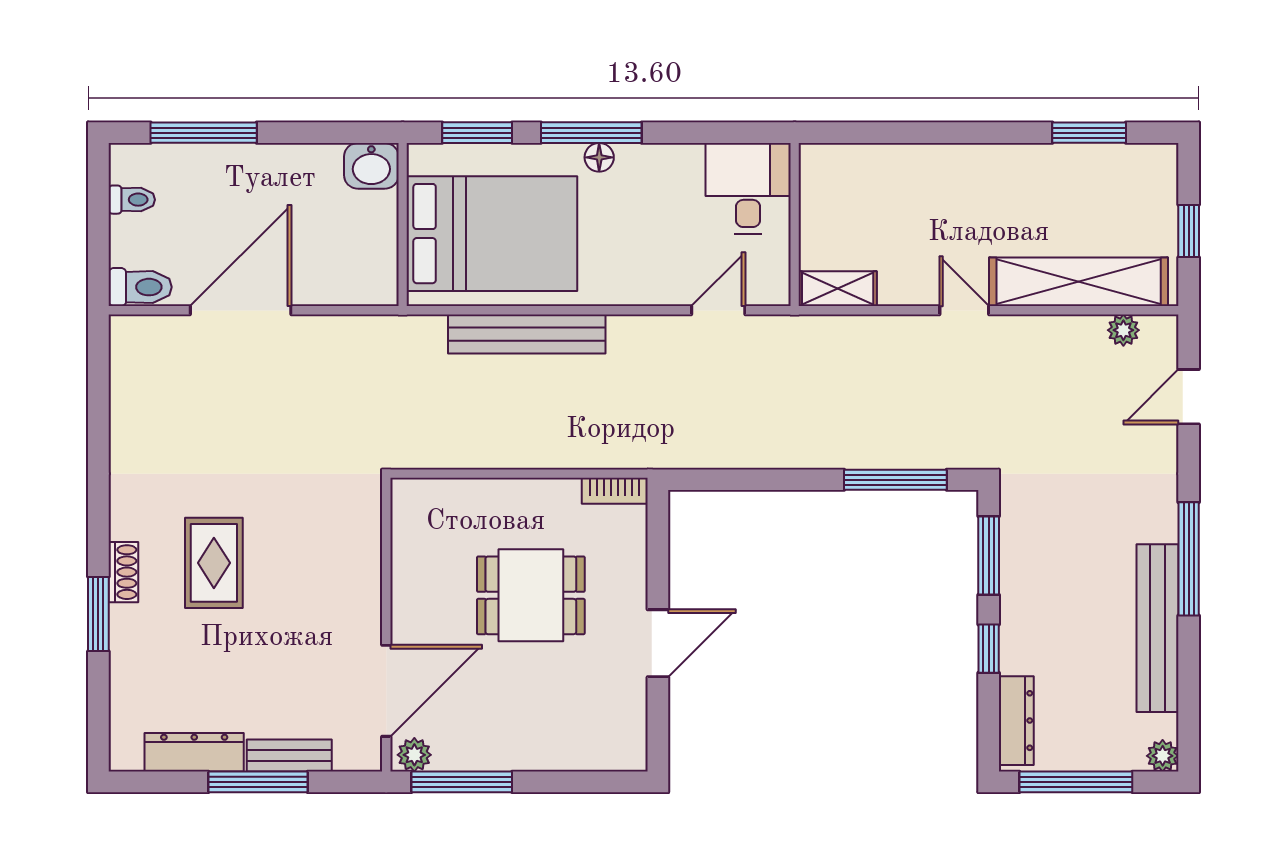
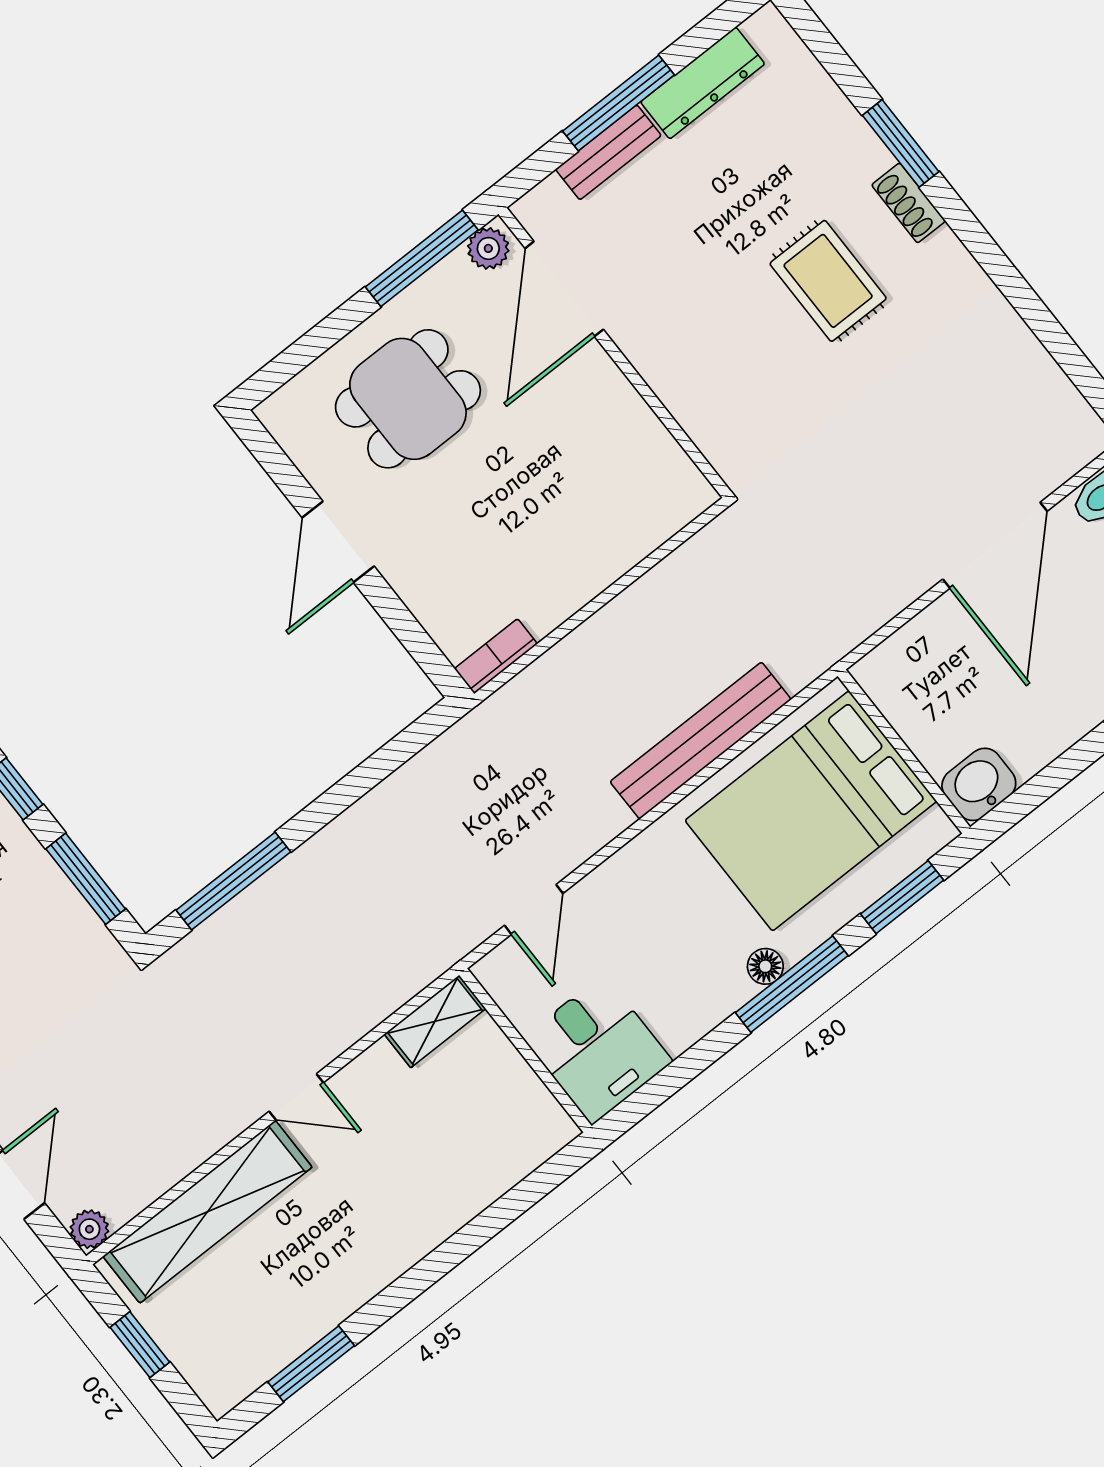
plant: (1123, 330) -> (89, 1229), moved
dining table: (531, 595) -> (408, 399), moved

